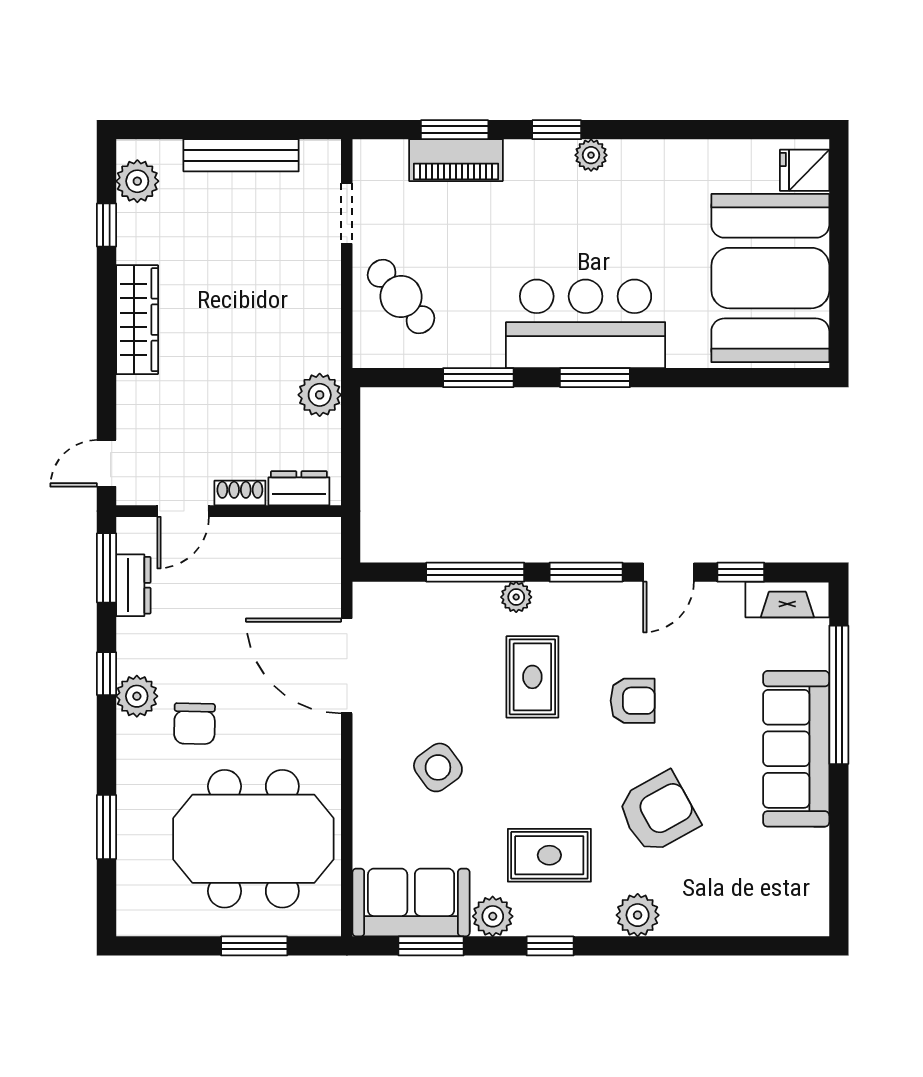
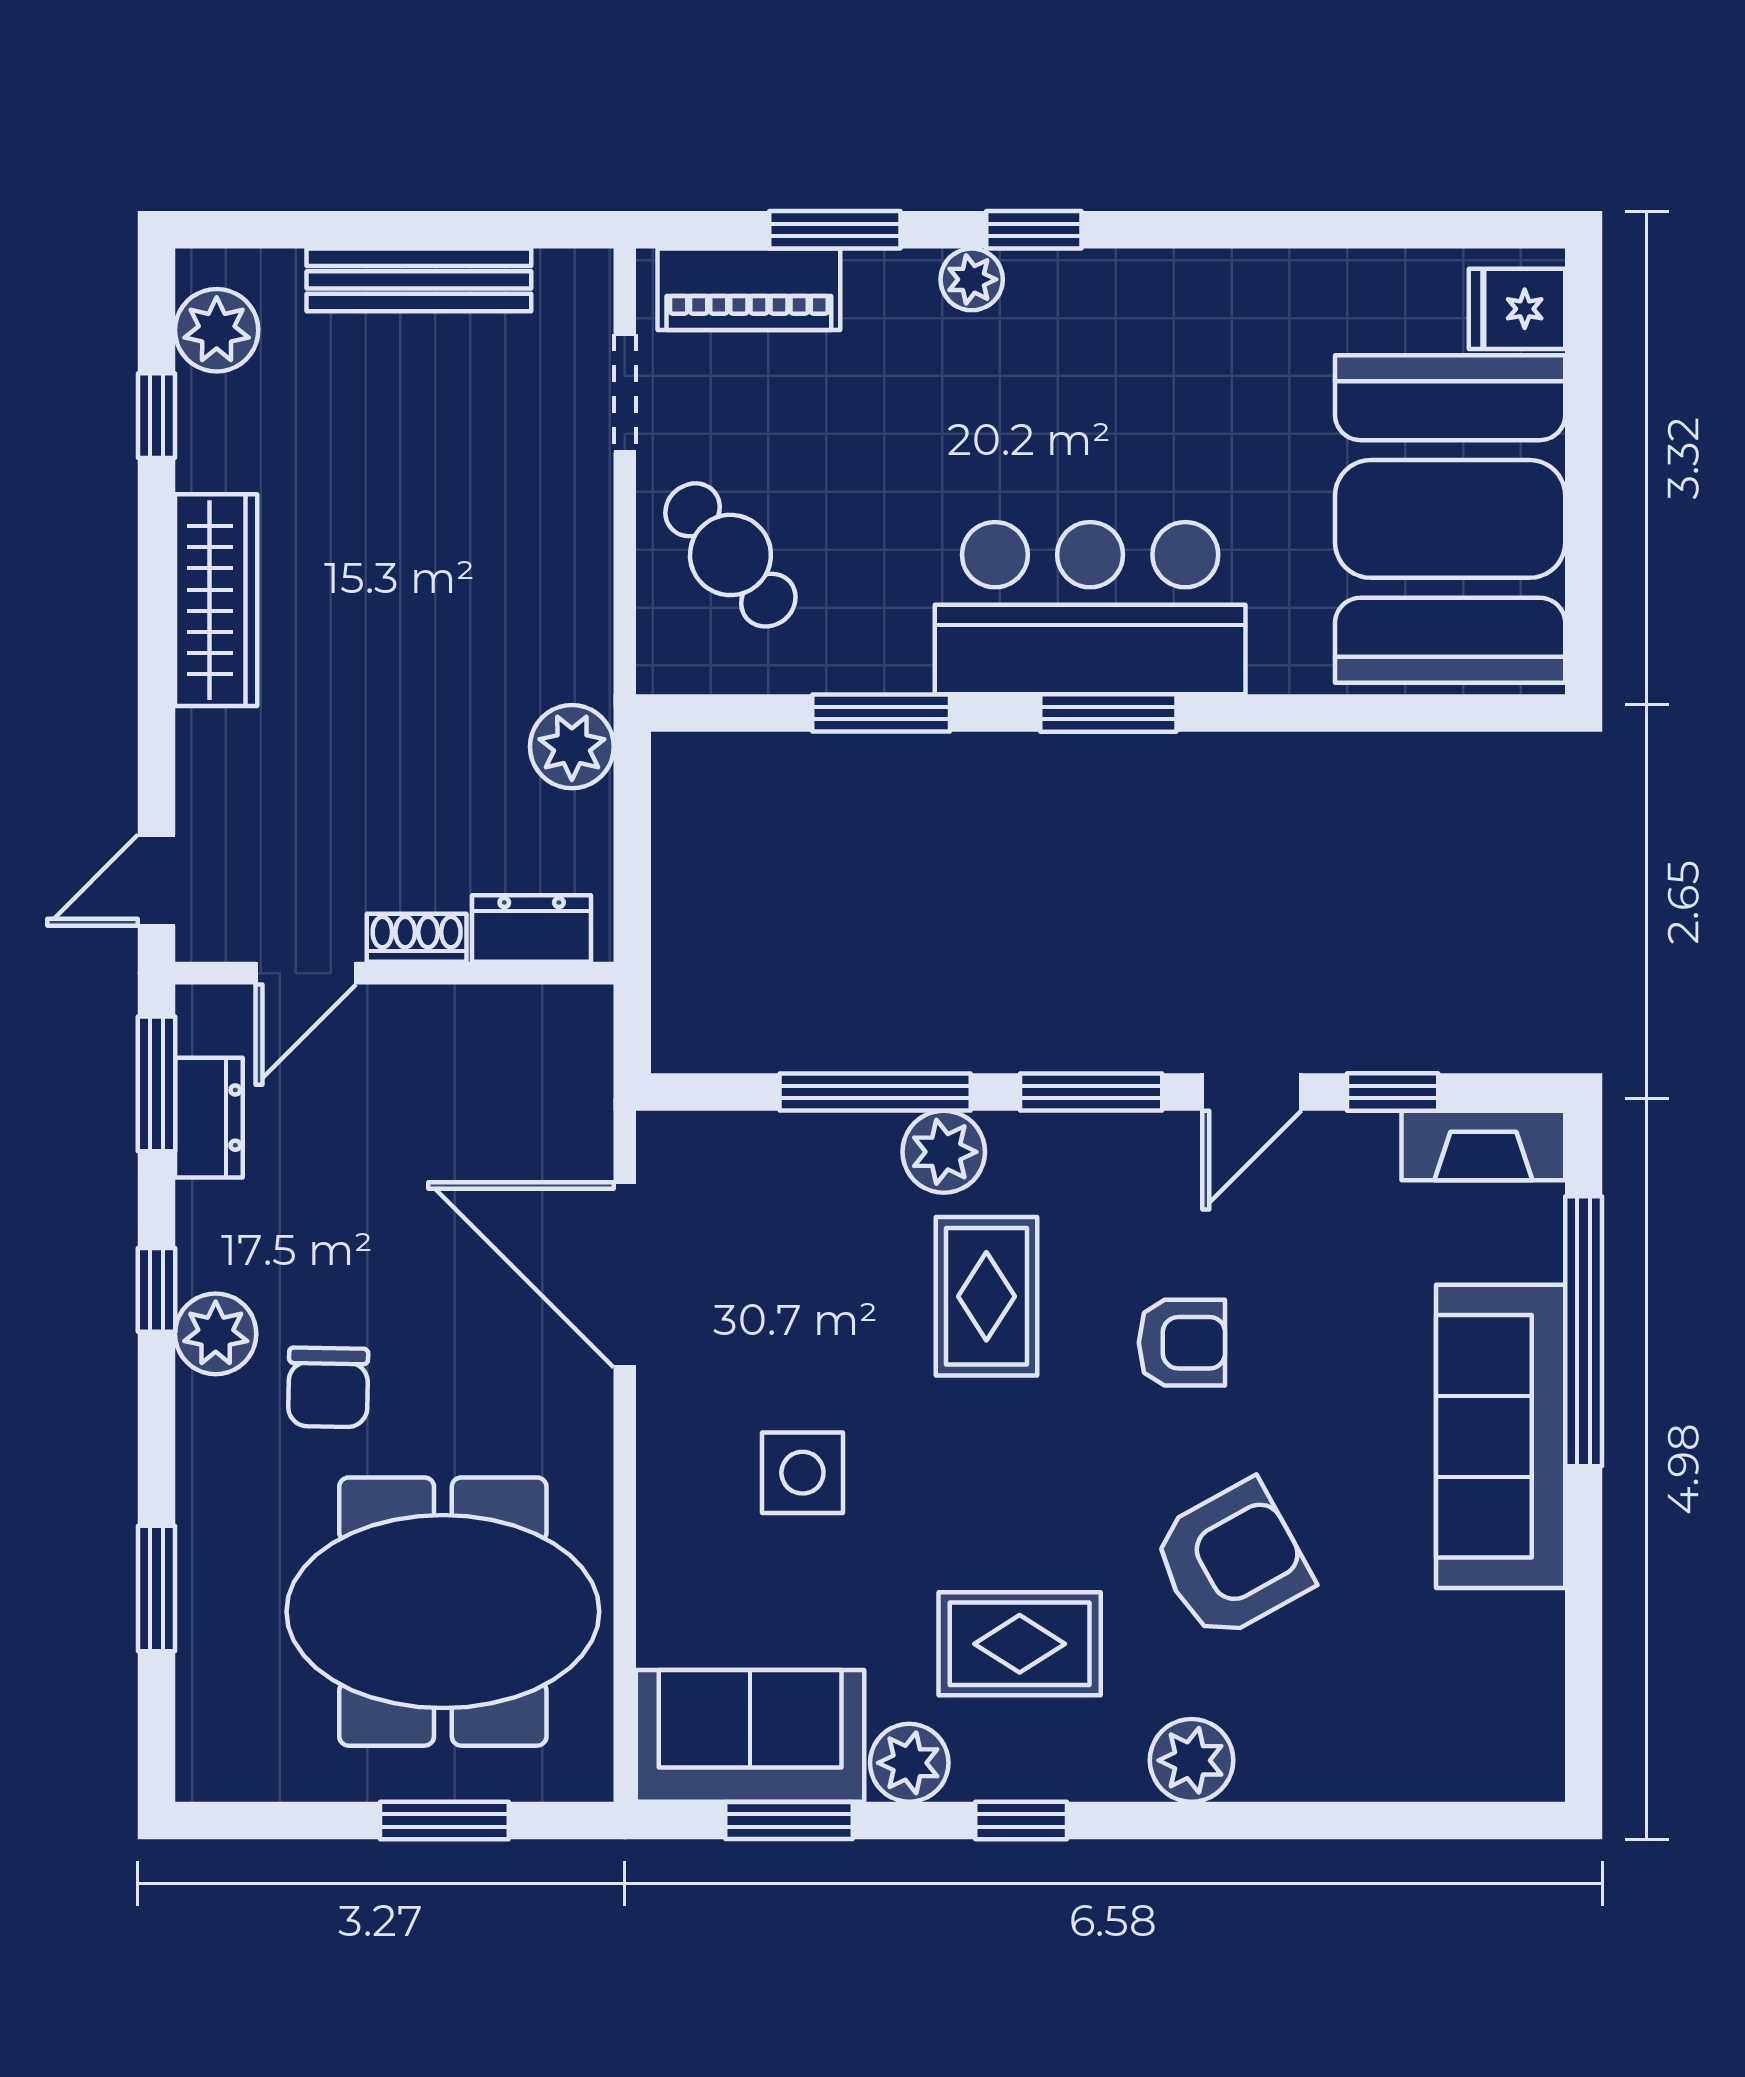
plant: (591, 155) -> (972, 279), moved
piano: (456, 160) -> (749, 289), moved
plant: (516, 597) -> (944, 1152), width x1.38, depth x1.38
side table: (438, 767) -> (802, 1473), turned 36

